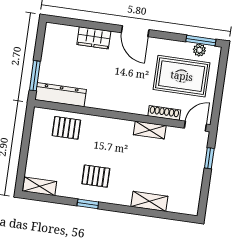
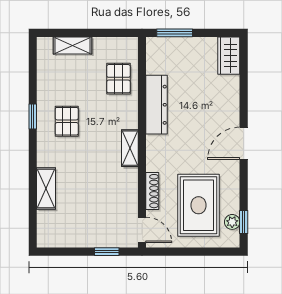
wardrobe: (94, 38) -> (229, 56), moved
window: (201, 40) -> (244, 222), width x0.67
dresser: (61, 95) -> (156, 105), moved
shelving: (150, 130) -> (130, 148), moved
shelving: (40, 186) -> (73, 45), moved, turned 90

